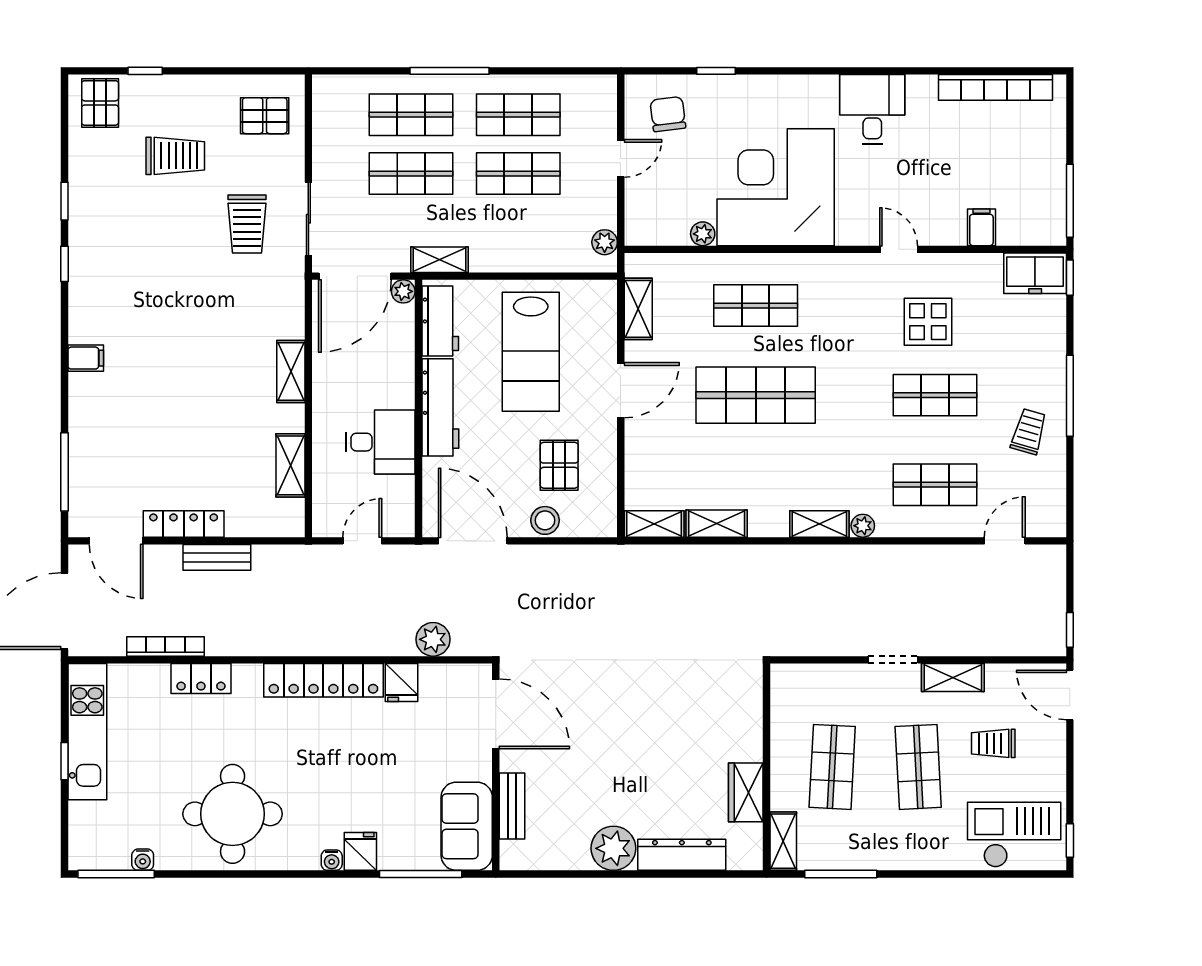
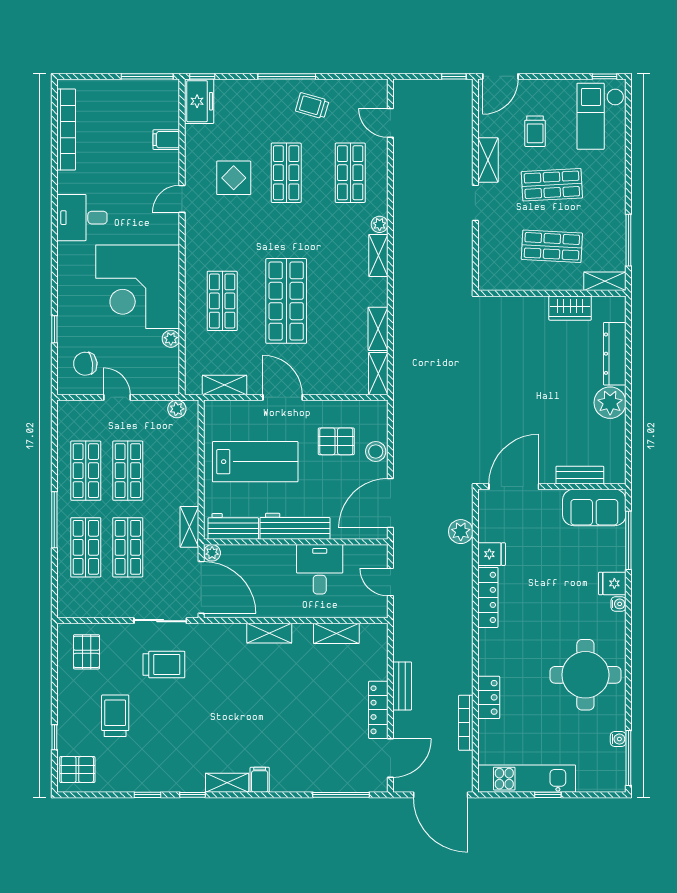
shelving: (82, 312) -> (227, 783), added
locker: (323, 680) -> (488, 597), width x0.71, depth x0.83

